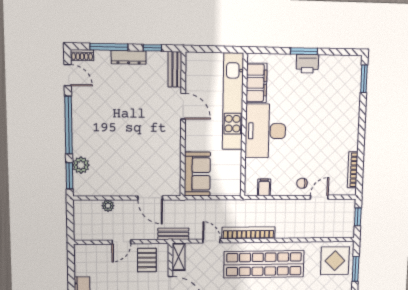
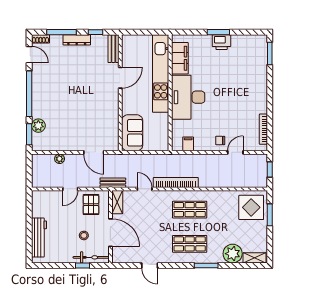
door: (183, 106) -> (120, 78), hinge flipped
shop shelf: (264, 264) -> (190, 210), width x0.50, depth x0.74

